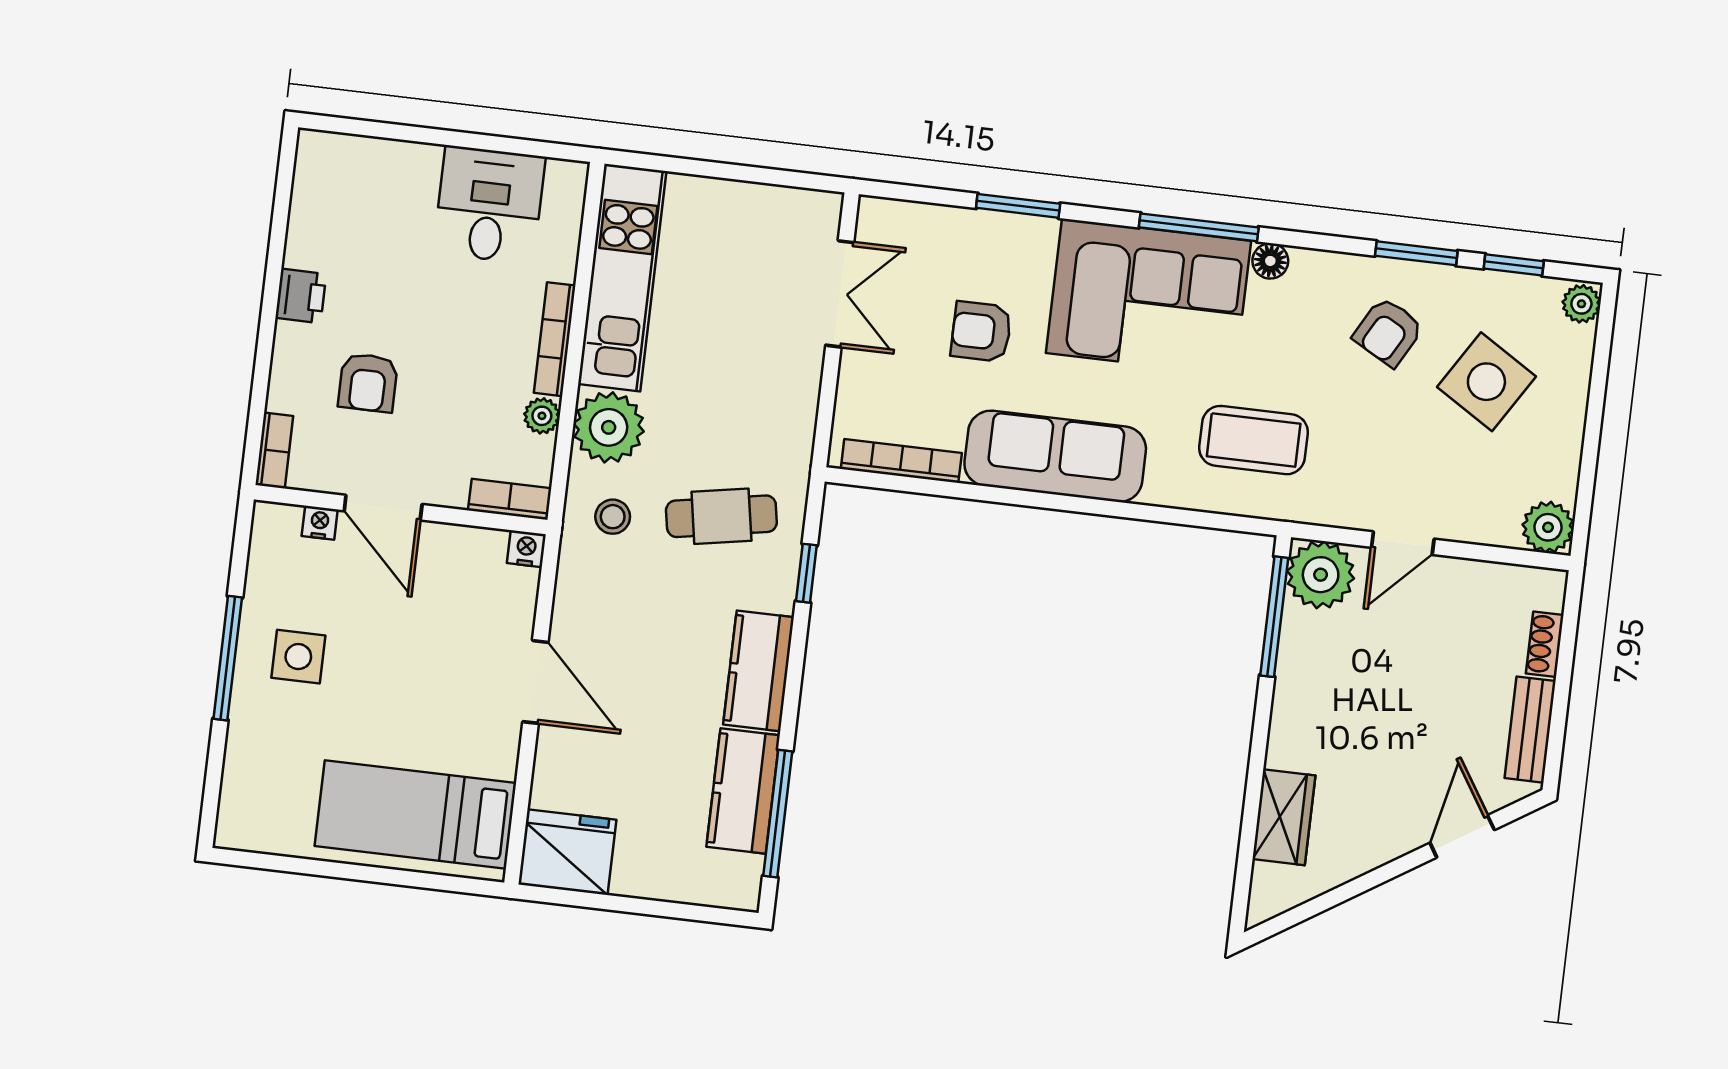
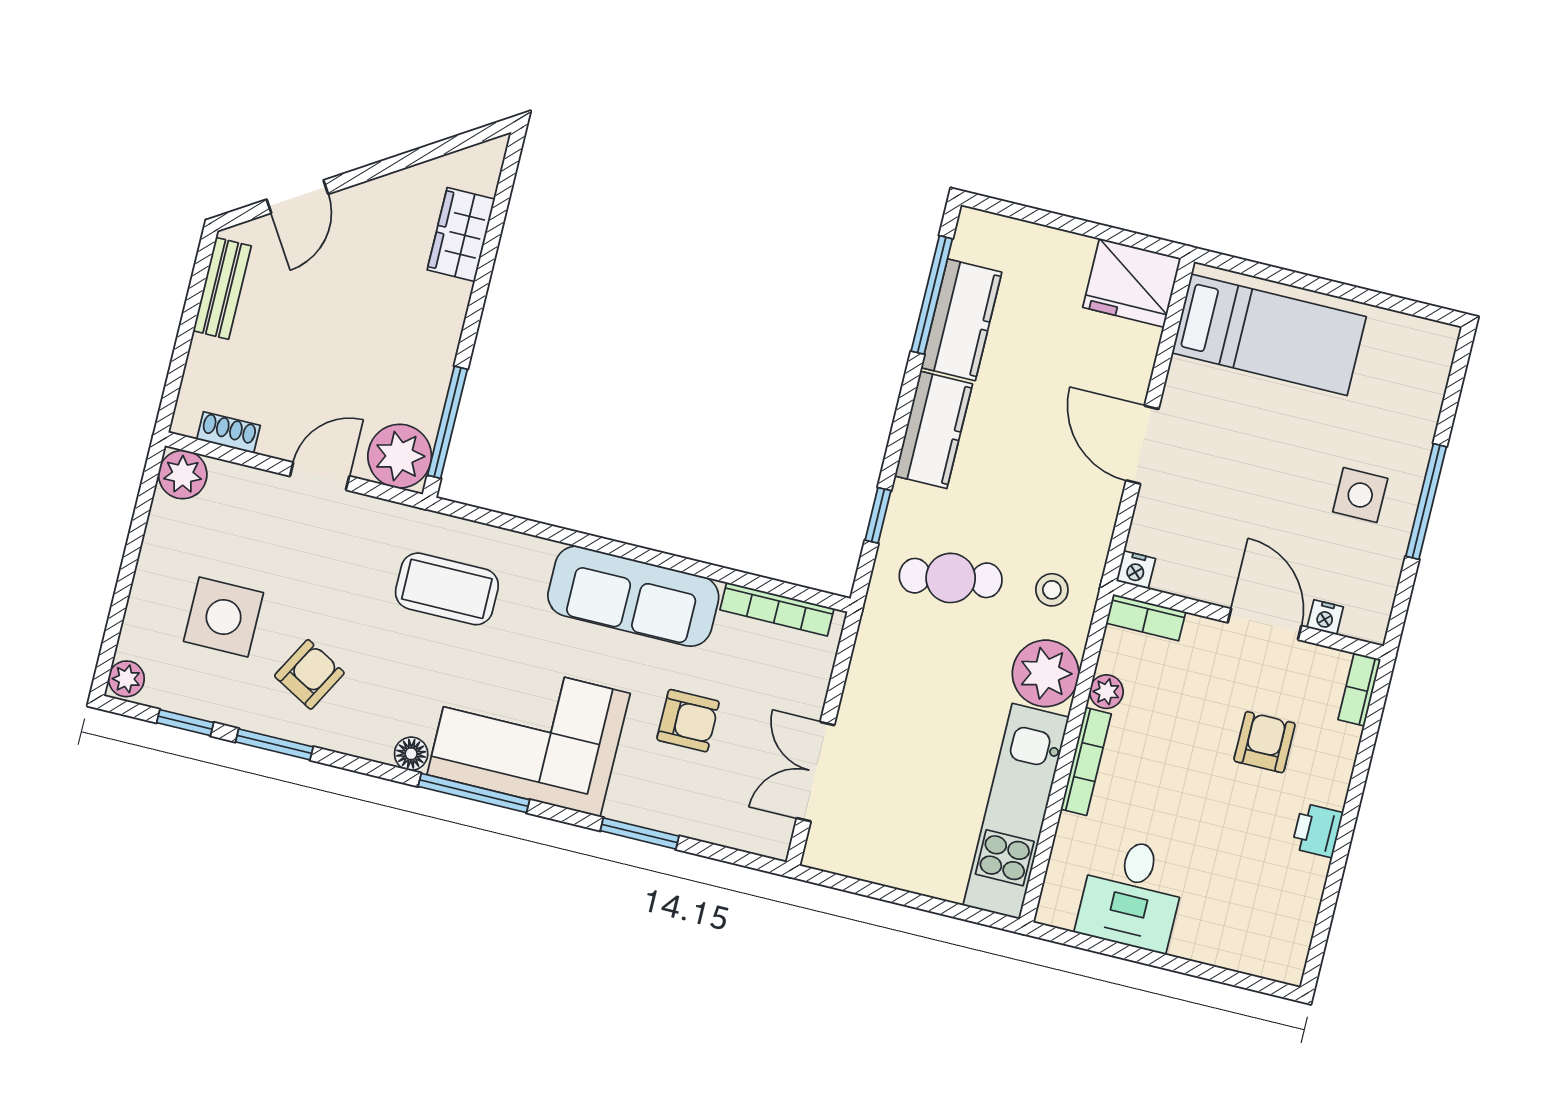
side table: (1486, 382) -> (224, 617), turned -32
shoe rack: (1545, 644) -> (228, 432), moved, turned -90

